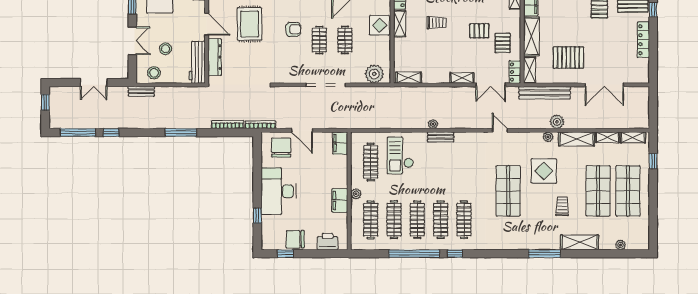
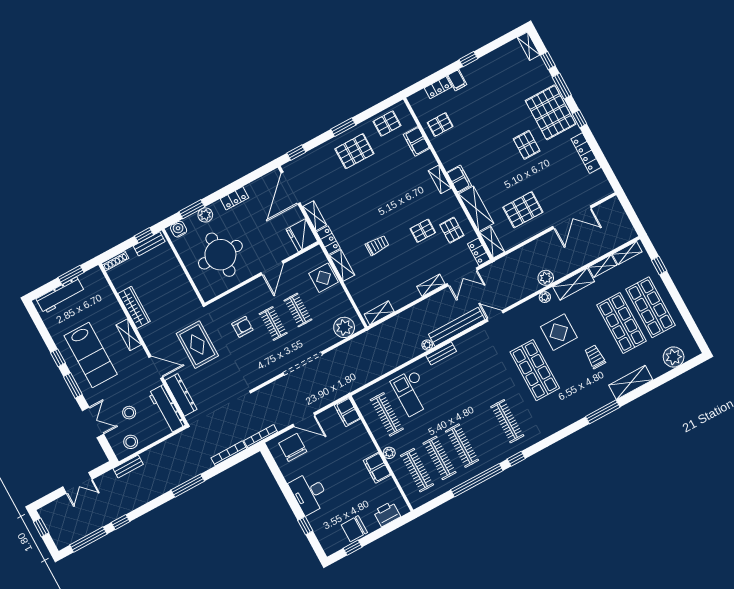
bench: (545, 93) -> (457, 327), moved
desk: (279, 191) -> (309, 493), width x0.73, depth x0.77
clothes rail: (441, 220) -> (485, 433), removed
plant: (621, 245) -> (674, 357), width x1.87, depth x1.87

